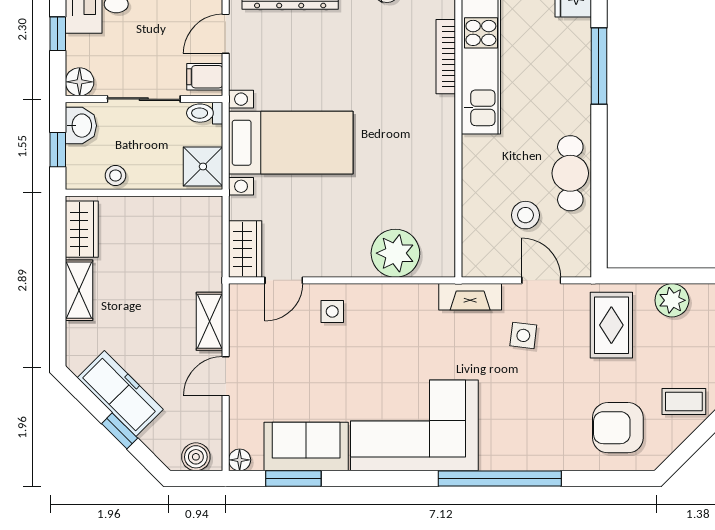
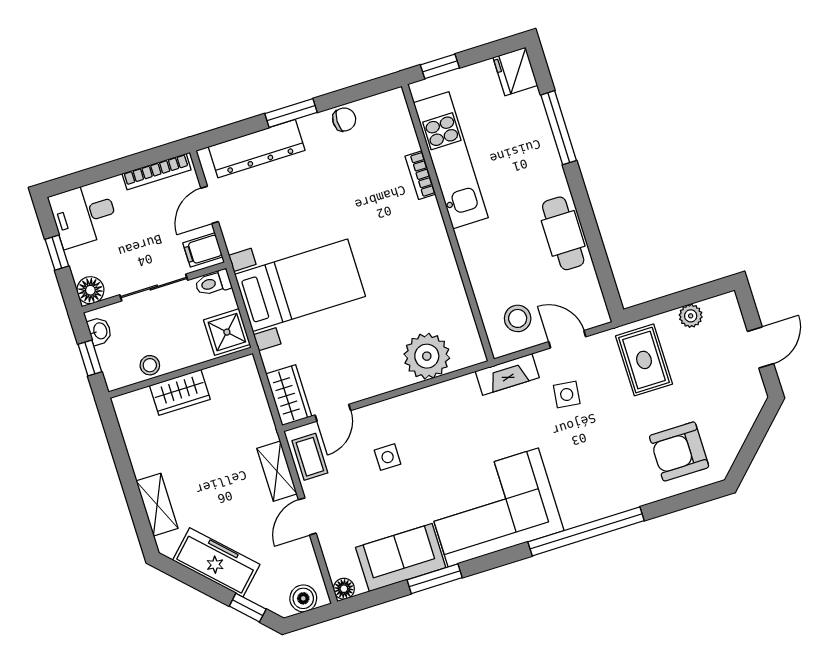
bookcase: (446, 57) -> (420, 175), width x0.64
washbasin: (81, 126) -> (100, 331), width x0.72, depth x0.69
stool: (525, 215) -> (518, 318), moved
wardrobe: (82, 229) -> (180, 392), moved, turned 90
shelving: (79, 290) -> (157, 505), moved
plant: (672, 300) -> (691, 316), width x0.73, depth x0.73
side table: (332, 311) -> (388, 457), moved
coffee table: (684, 402) -> (310, 457), moved, turned 90
window: (120, 431) -> (248, 608), moved
window: (293, 478) -> (435, 579), moved

